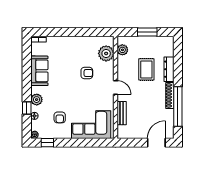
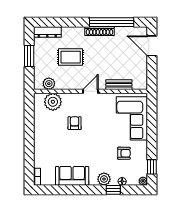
dresser: (169, 69) -> (47, 32), moved

